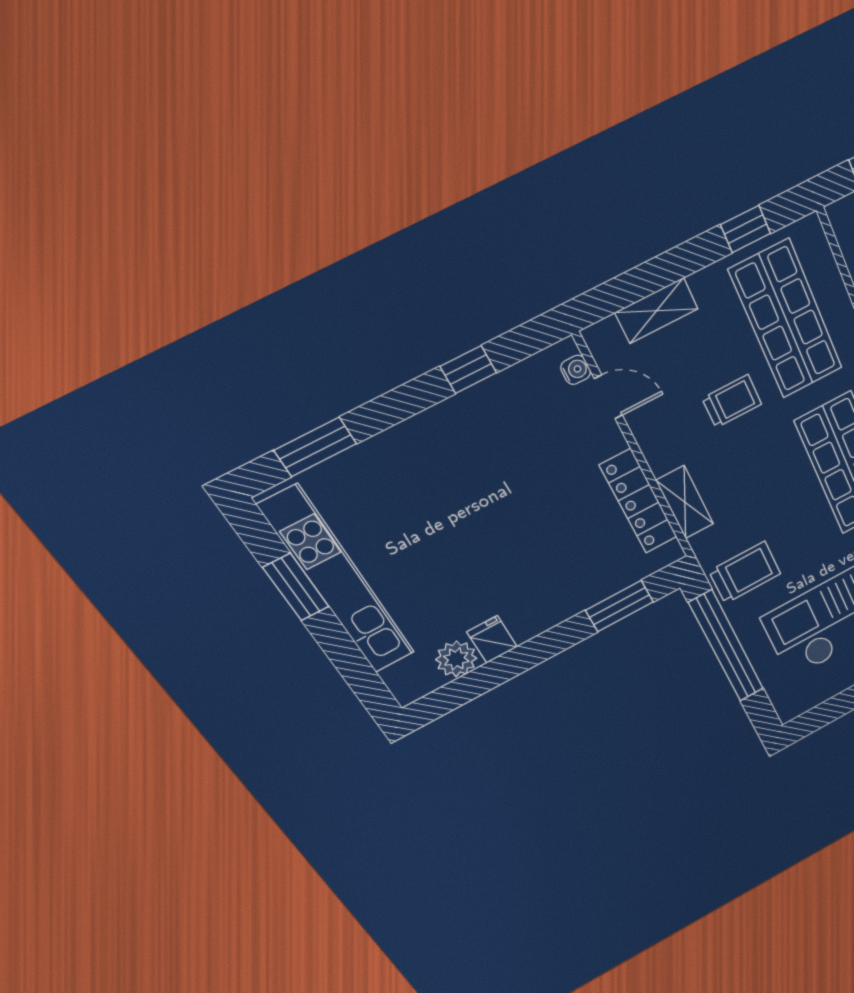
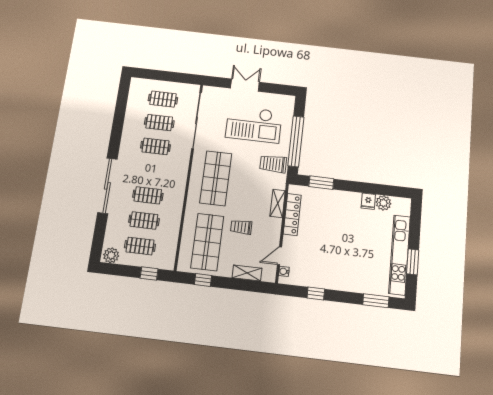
door: (608, 397) -> (279, 256), hinge flipped

